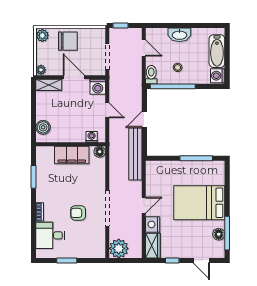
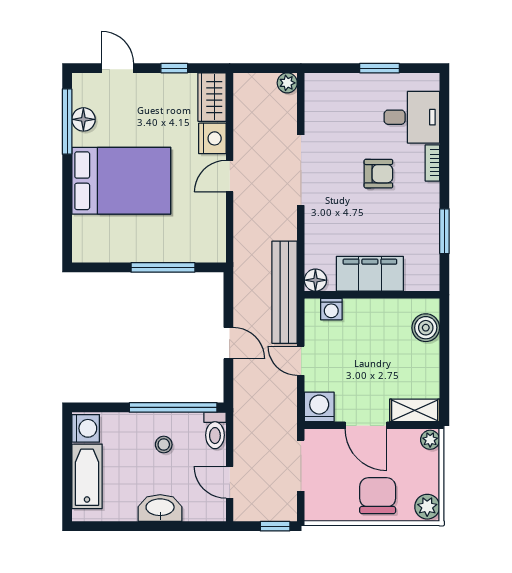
chair: (68, 41) -> (378, 496), turned 90
door: (144, 119) -> (228, 343), hinge flipped
bench: (135, 154) -> (285, 292), moved
window: (196, 158) -> (163, 267), moved
armchair: (78, 213) -> (378, 174), moved
plant: (119, 248) -> (287, 83), width x0.53, depth x0.53

